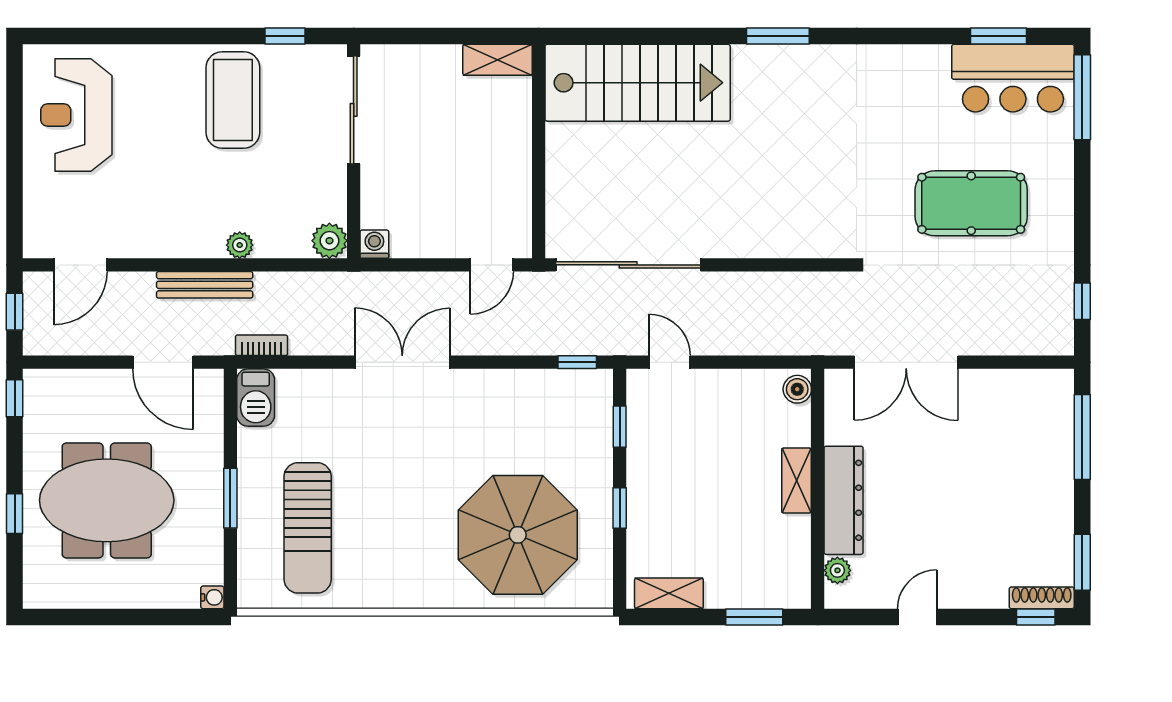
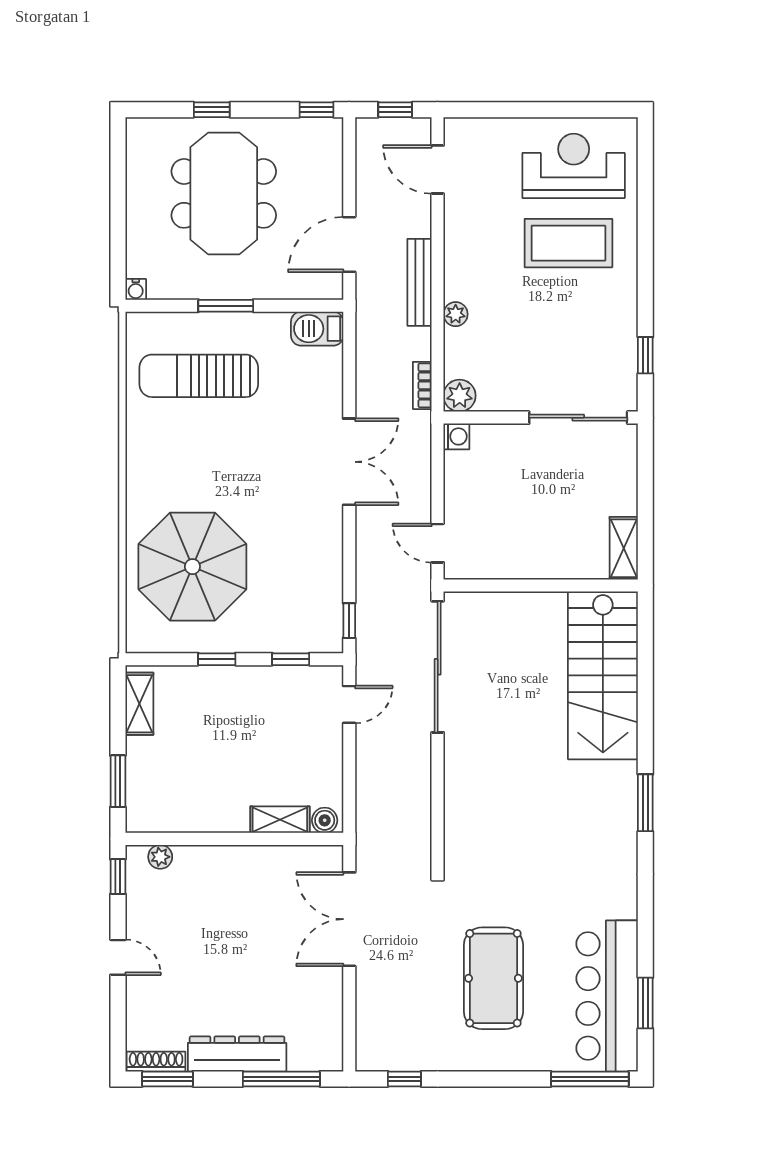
bar counter: (1013, 78) -> (607, 996), width x1.36
coffee table: (233, 100) -> (568, 243), moved
bookcase: (261, 345) -> (422, 385), moved, turned 180
shelving: (796, 480) -> (280, 820), moved
dresser: (844, 500) -> (237, 1054), moved, turned 180
shoe rack: (1042, 598) -> (156, 1062), moved, turned -90
door: (917, 617) -> (118, 957), moved
window: (1036, 617) -> (118, 877), moved

